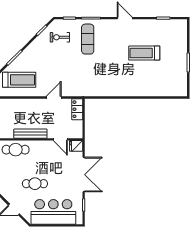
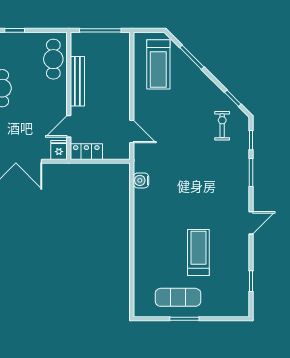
exercise mat: (88, 39) -> (178, 297), moved
water cooler: (96, 91) -> (141, 180), added
door: (54, 97) -> (132, 131), moved
locker: (77, 109) -> (86, 152), moved

